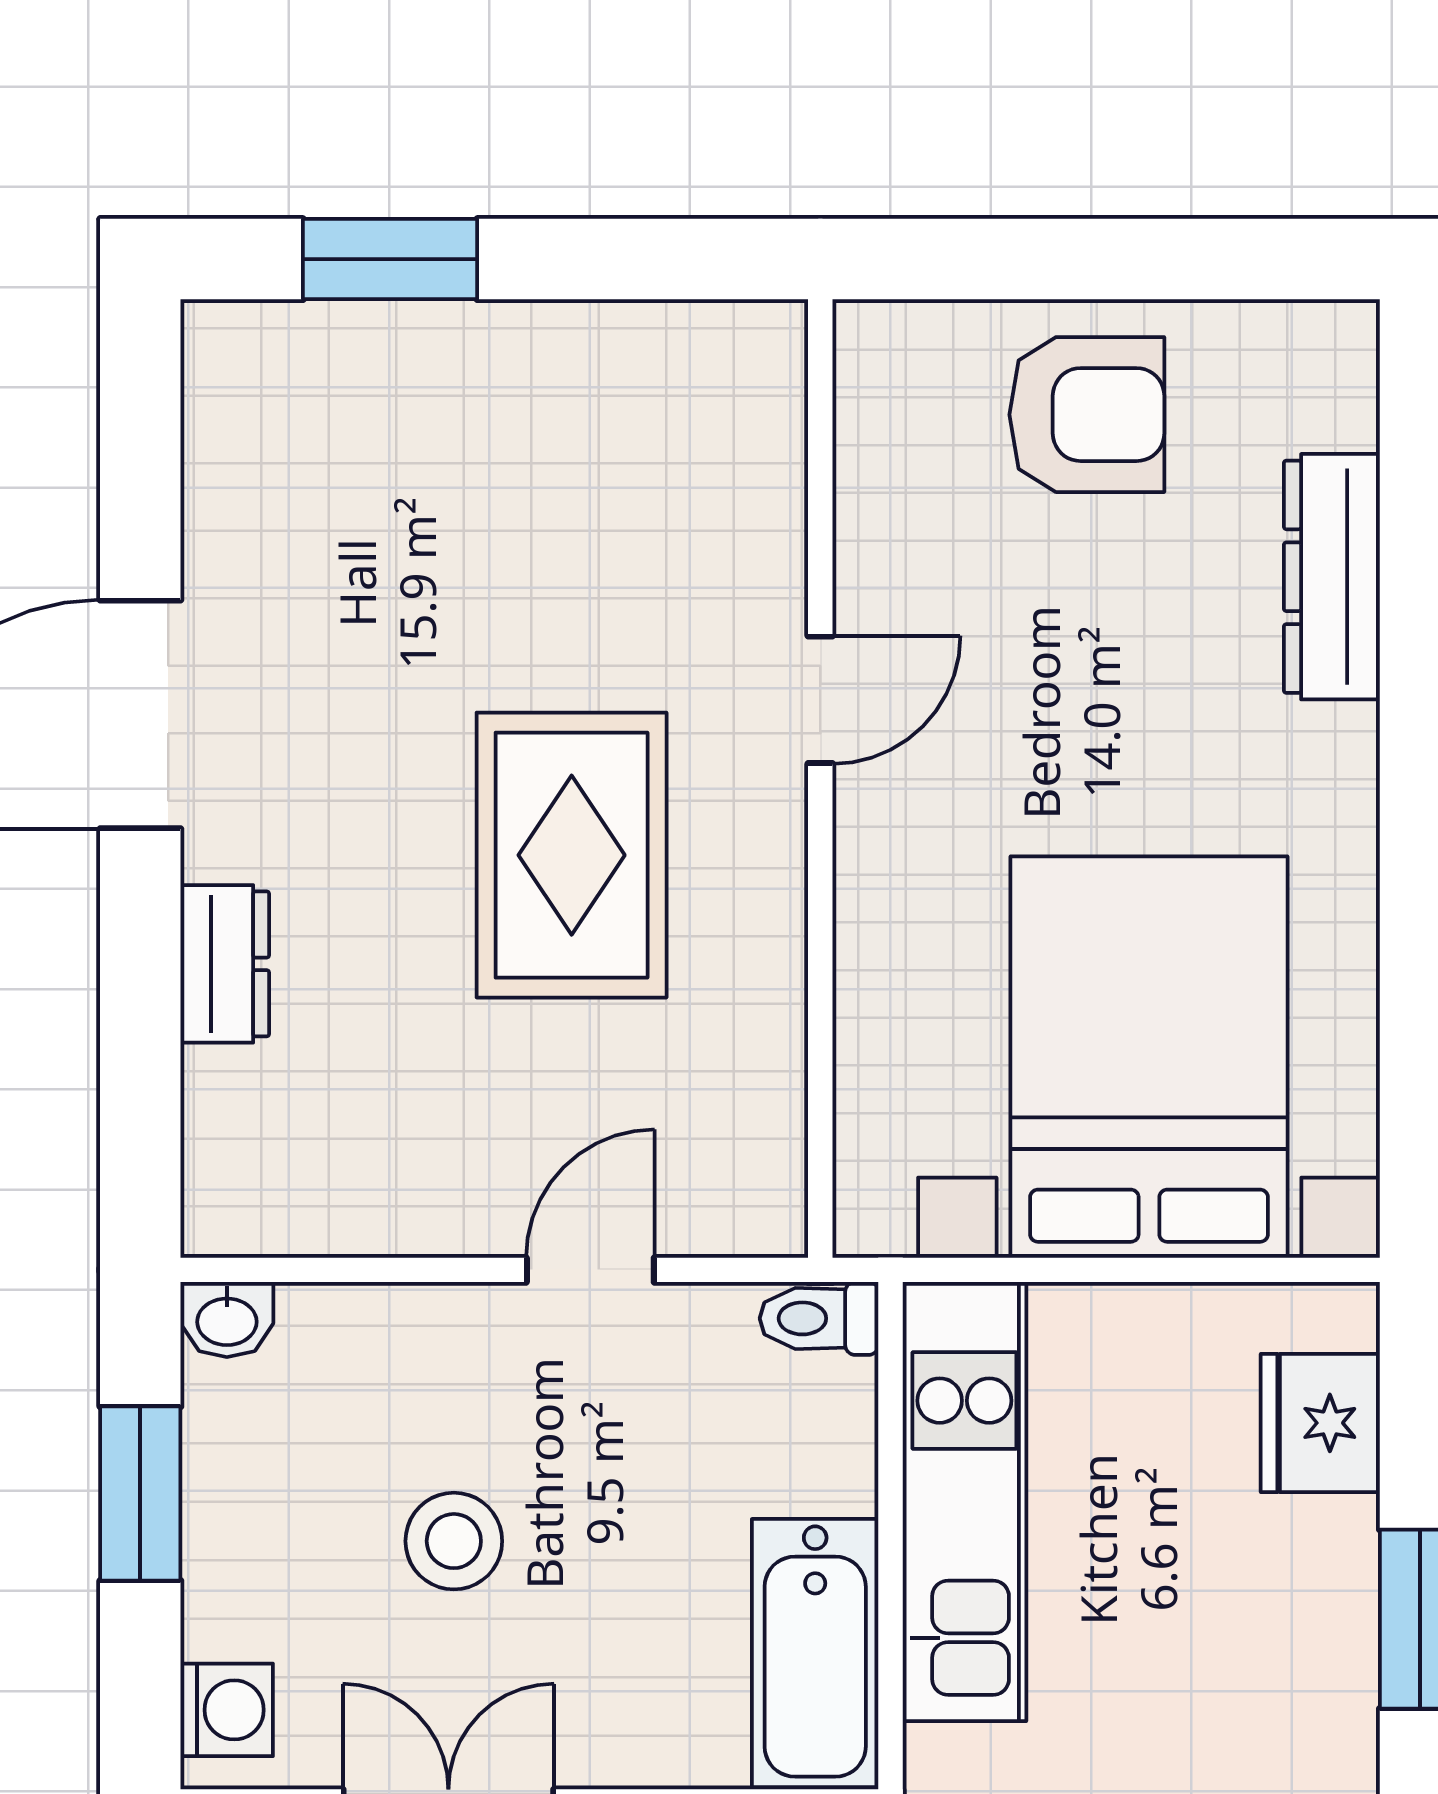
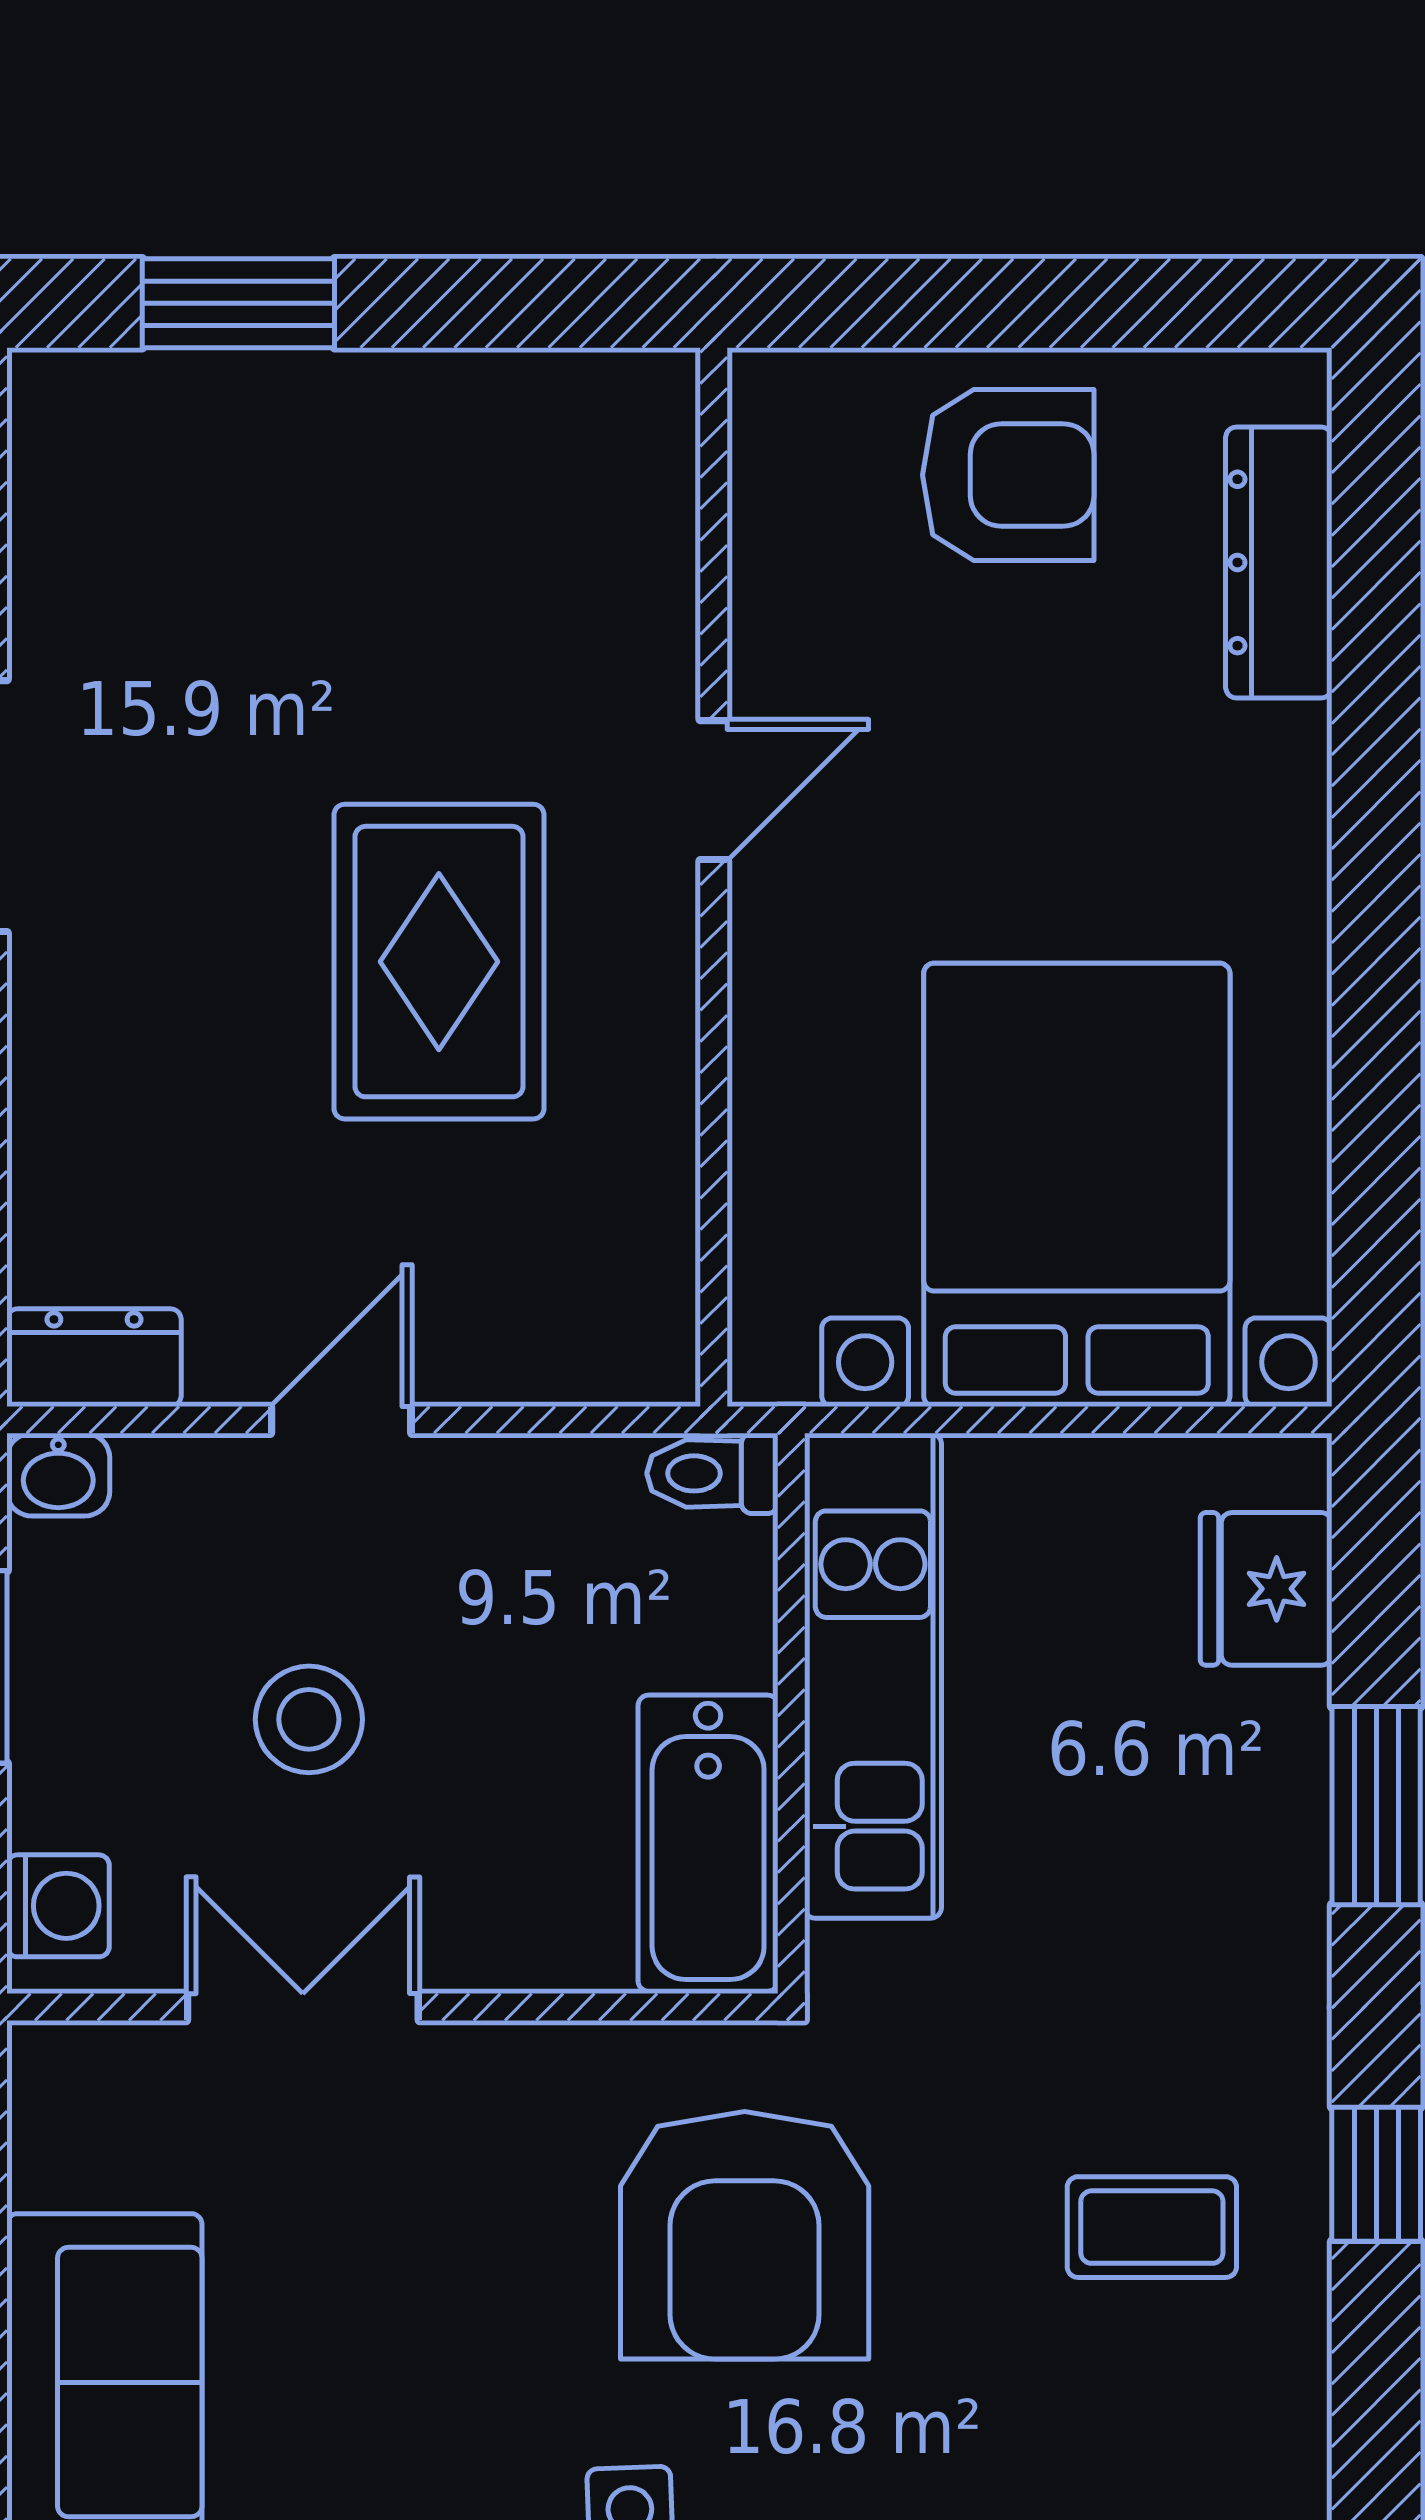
dresser: (1332, 577) -> (1279, 562), moved
dresser: (225, 964) -> (94, 1358), moved, turned -90
door: (590, 1270) -> (341, 1420), moved

